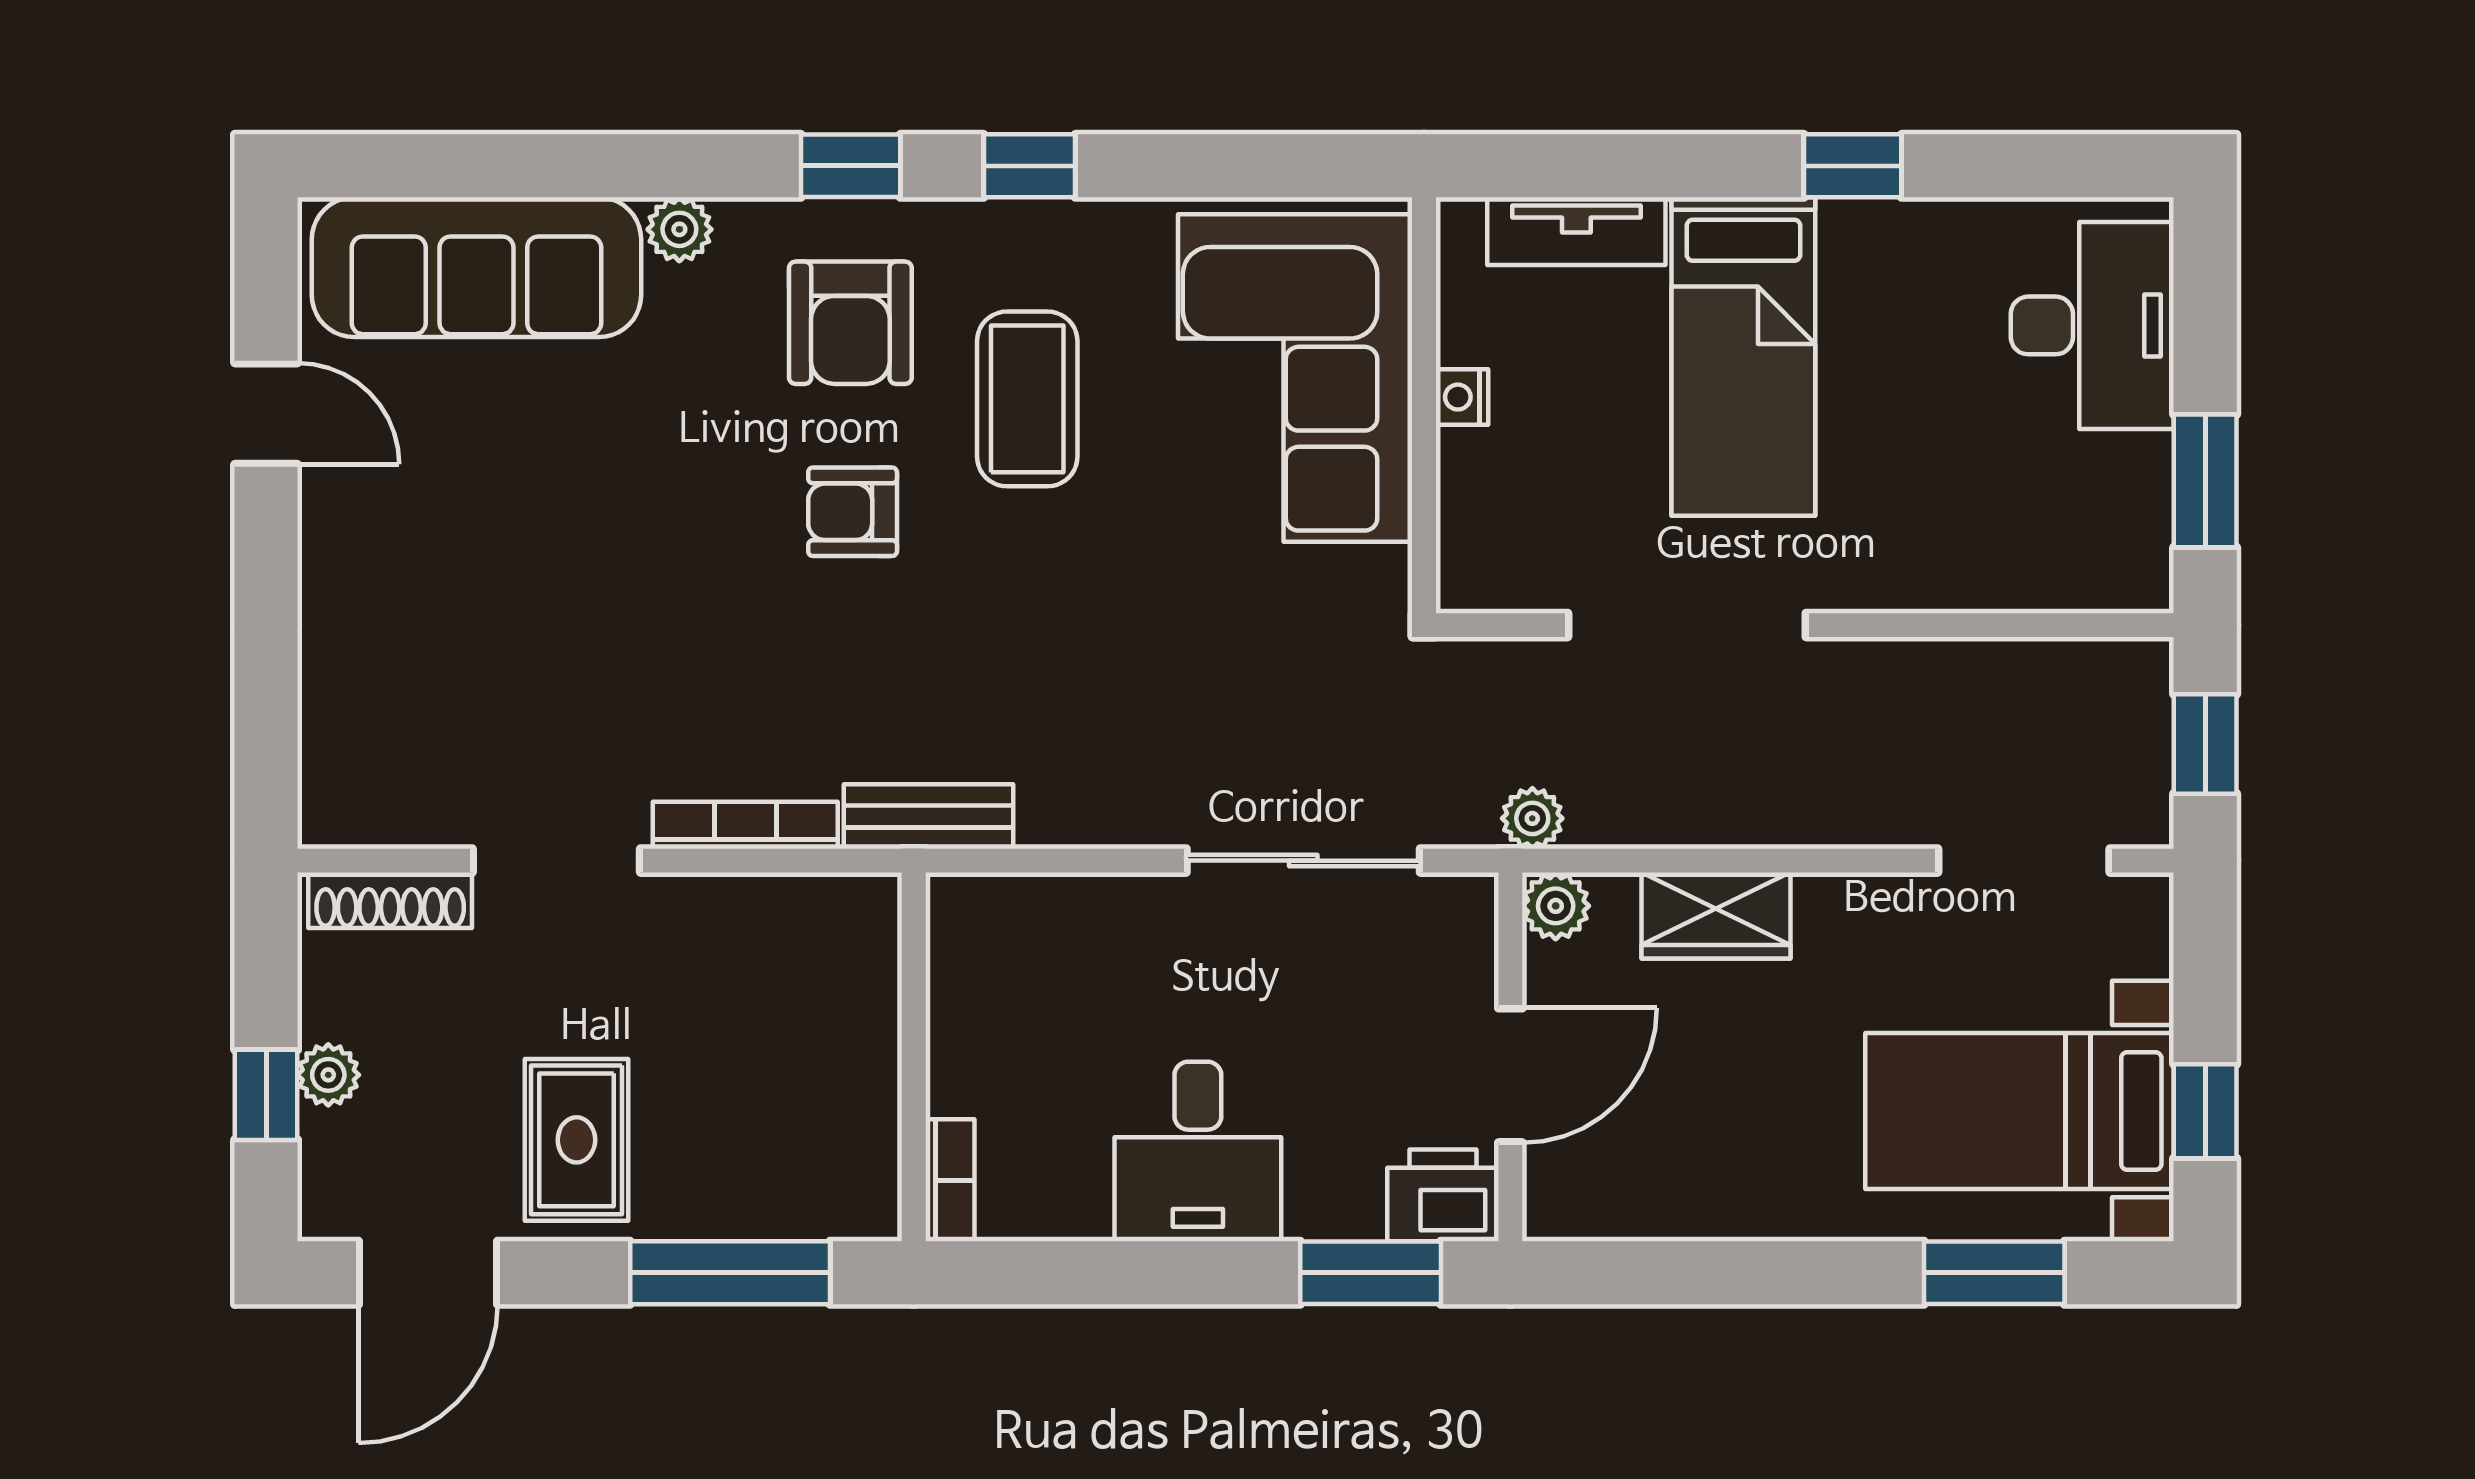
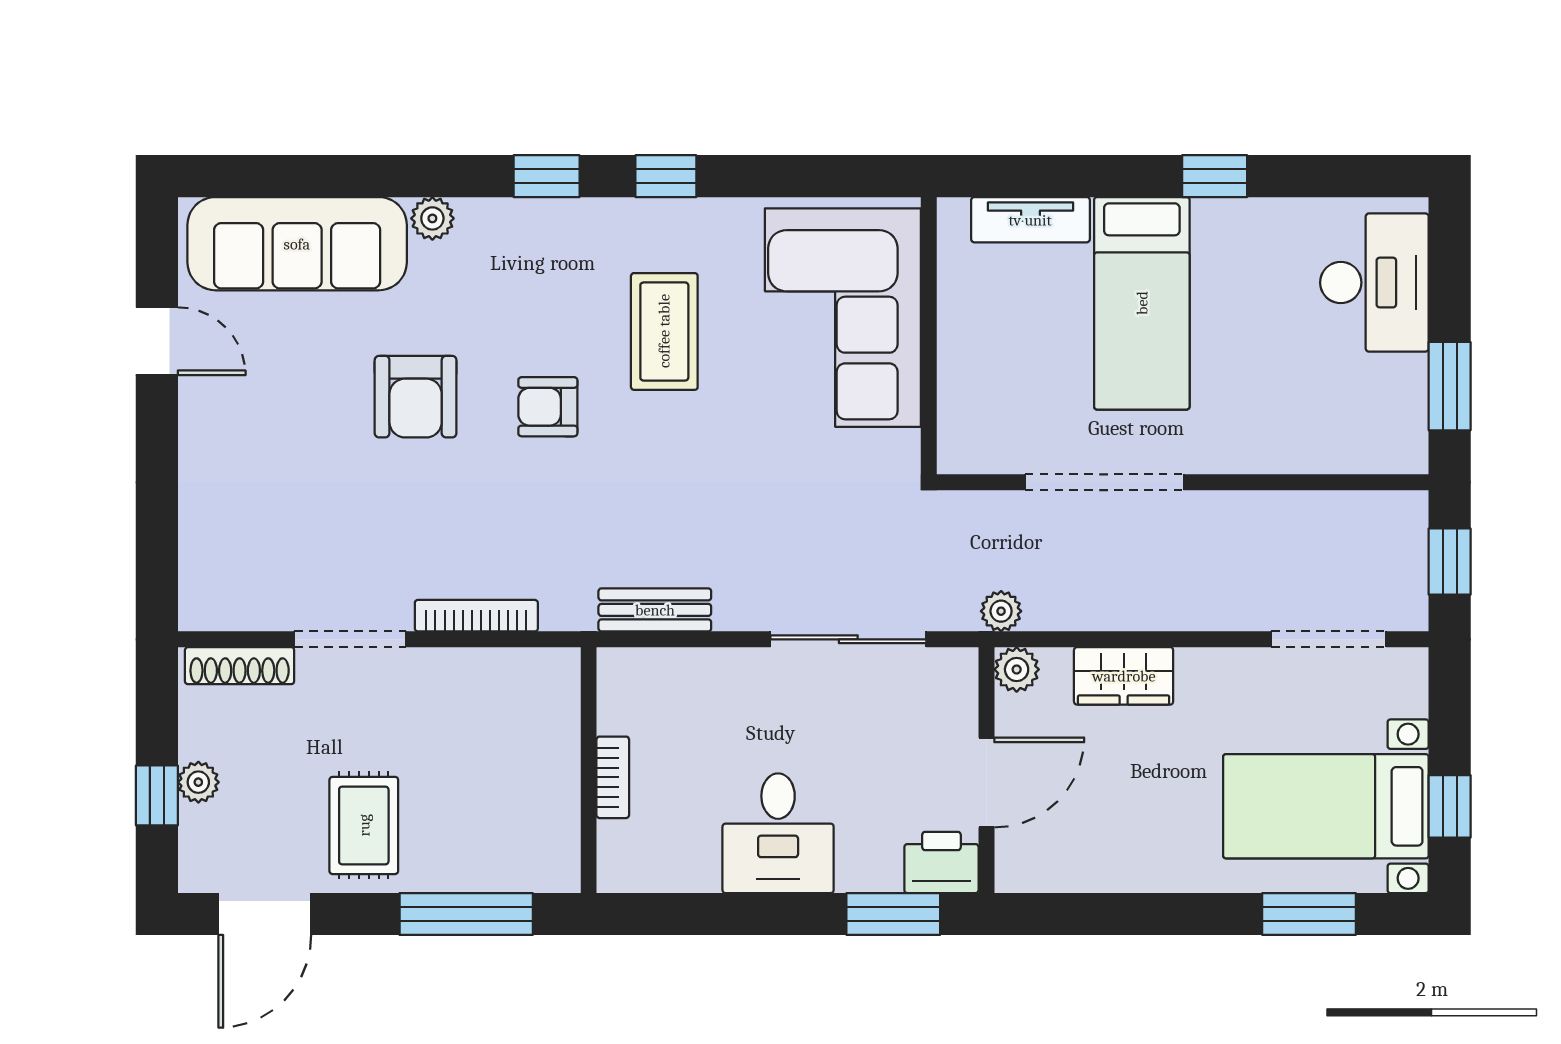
armchair: (850, 323) -> (416, 397), moved
nightstand: (1462, 397) -> (954, 330), removed
bench: (929, 817) -> (655, 610), moved
bookcase: (950, 1180) -> (613, 777), moved

